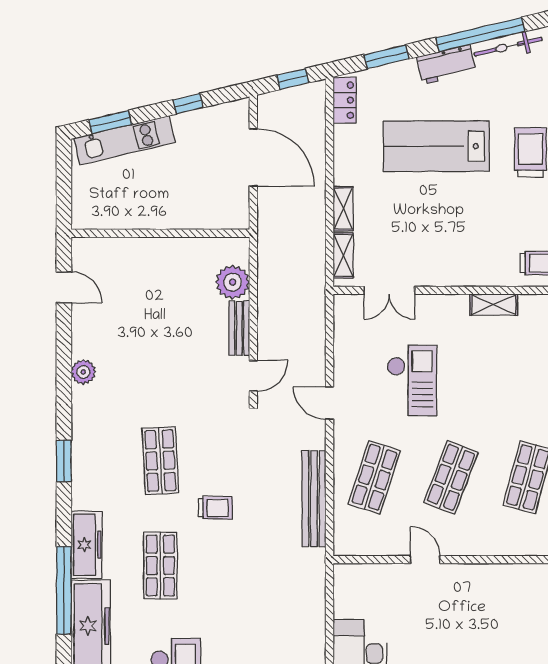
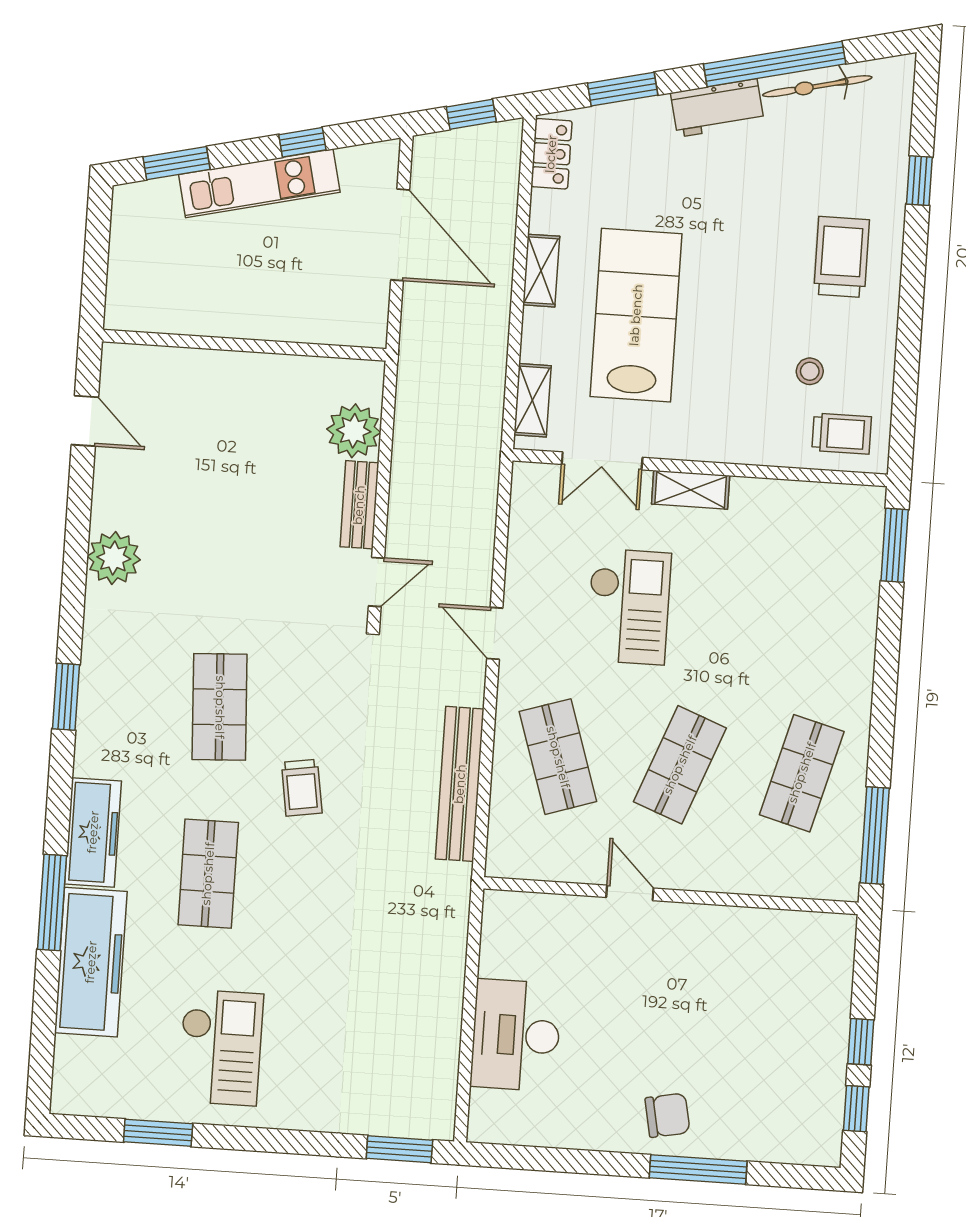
kitchen unit: (124, 140) -> (259, 183), moved
lab bench: (436, 146) -> (636, 315), moved, turned 90
shelving: (343, 209) -> (541, 271), moved
stool: (516, 225) -> (810, 371), added
shelving: (494, 305) -> (691, 490), moved
plant: (83, 372) -> (114, 558), width x1.36, depth x1.36
shop shelf: (374, 477) -> (558, 757), turned -36
trolley: (215, 508) -> (302, 788), turned 81
window: (64, 590) -> (52, 903), width x0.68

